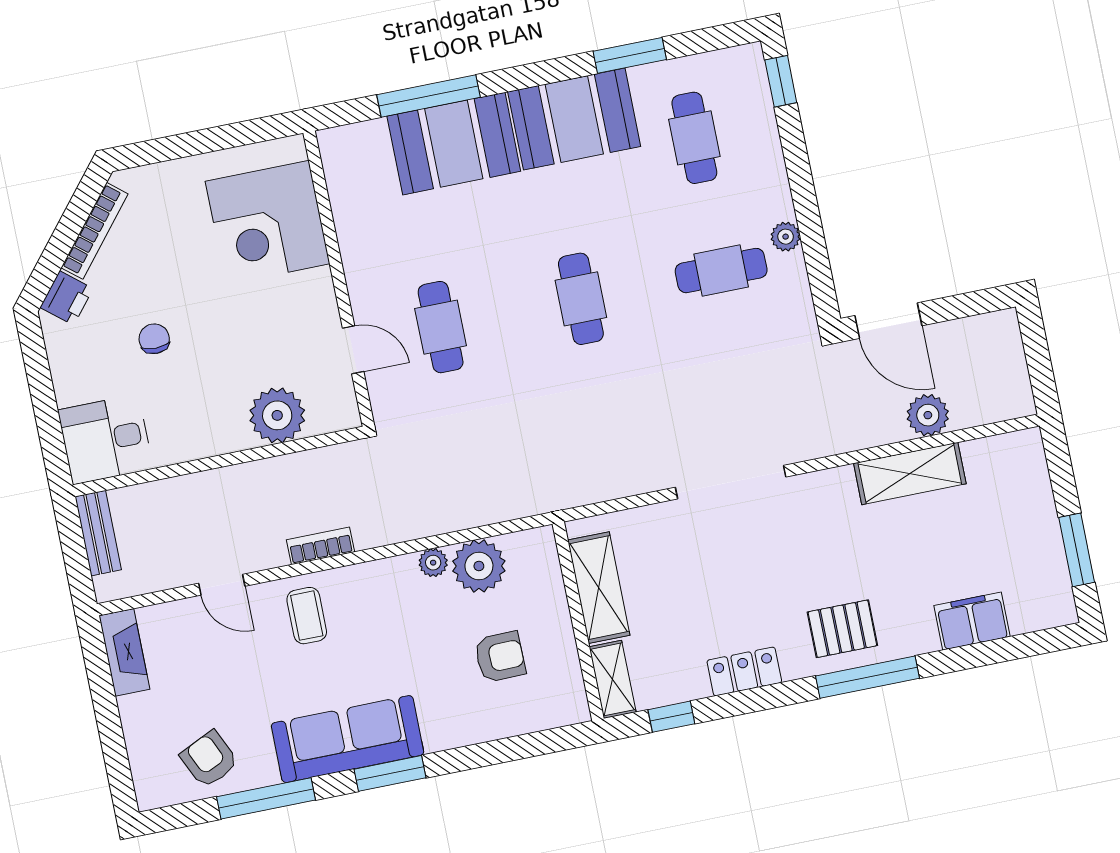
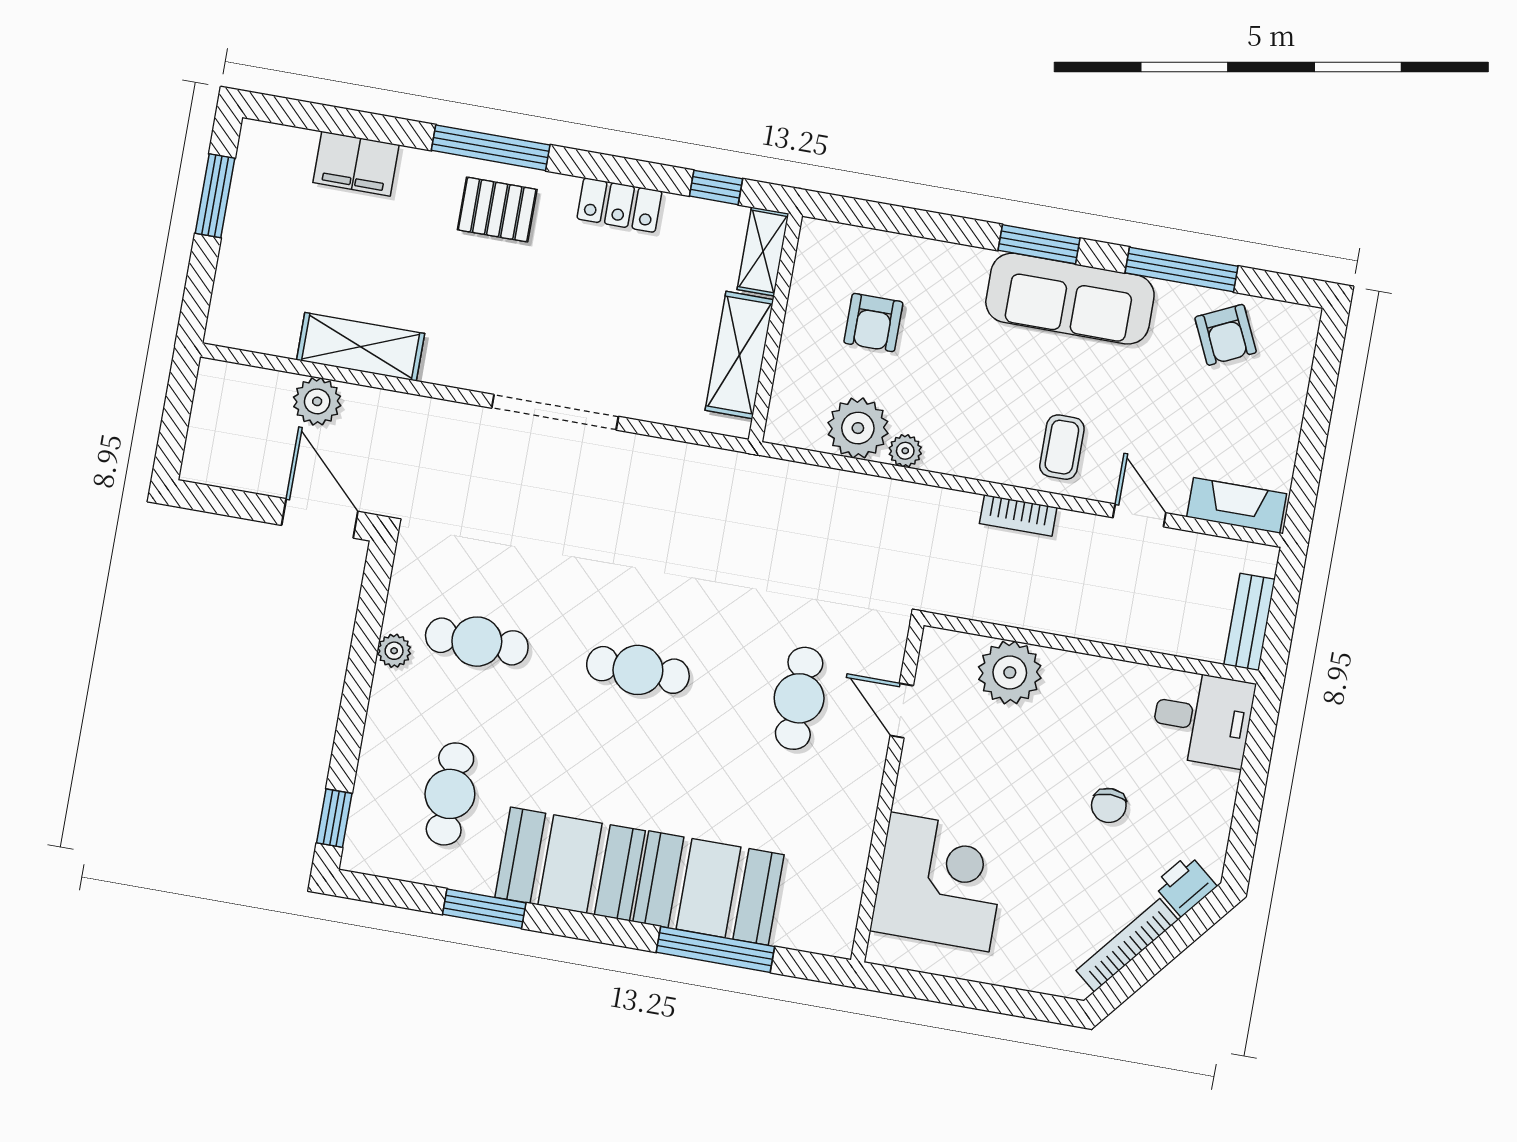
cafe table: (581, 299) -> (638, 670), turned 90
fireplace: (124, 652) -> (1237, 505), moved, turned 90
armchair: (500, 657) -> (873, 323), turned -89

